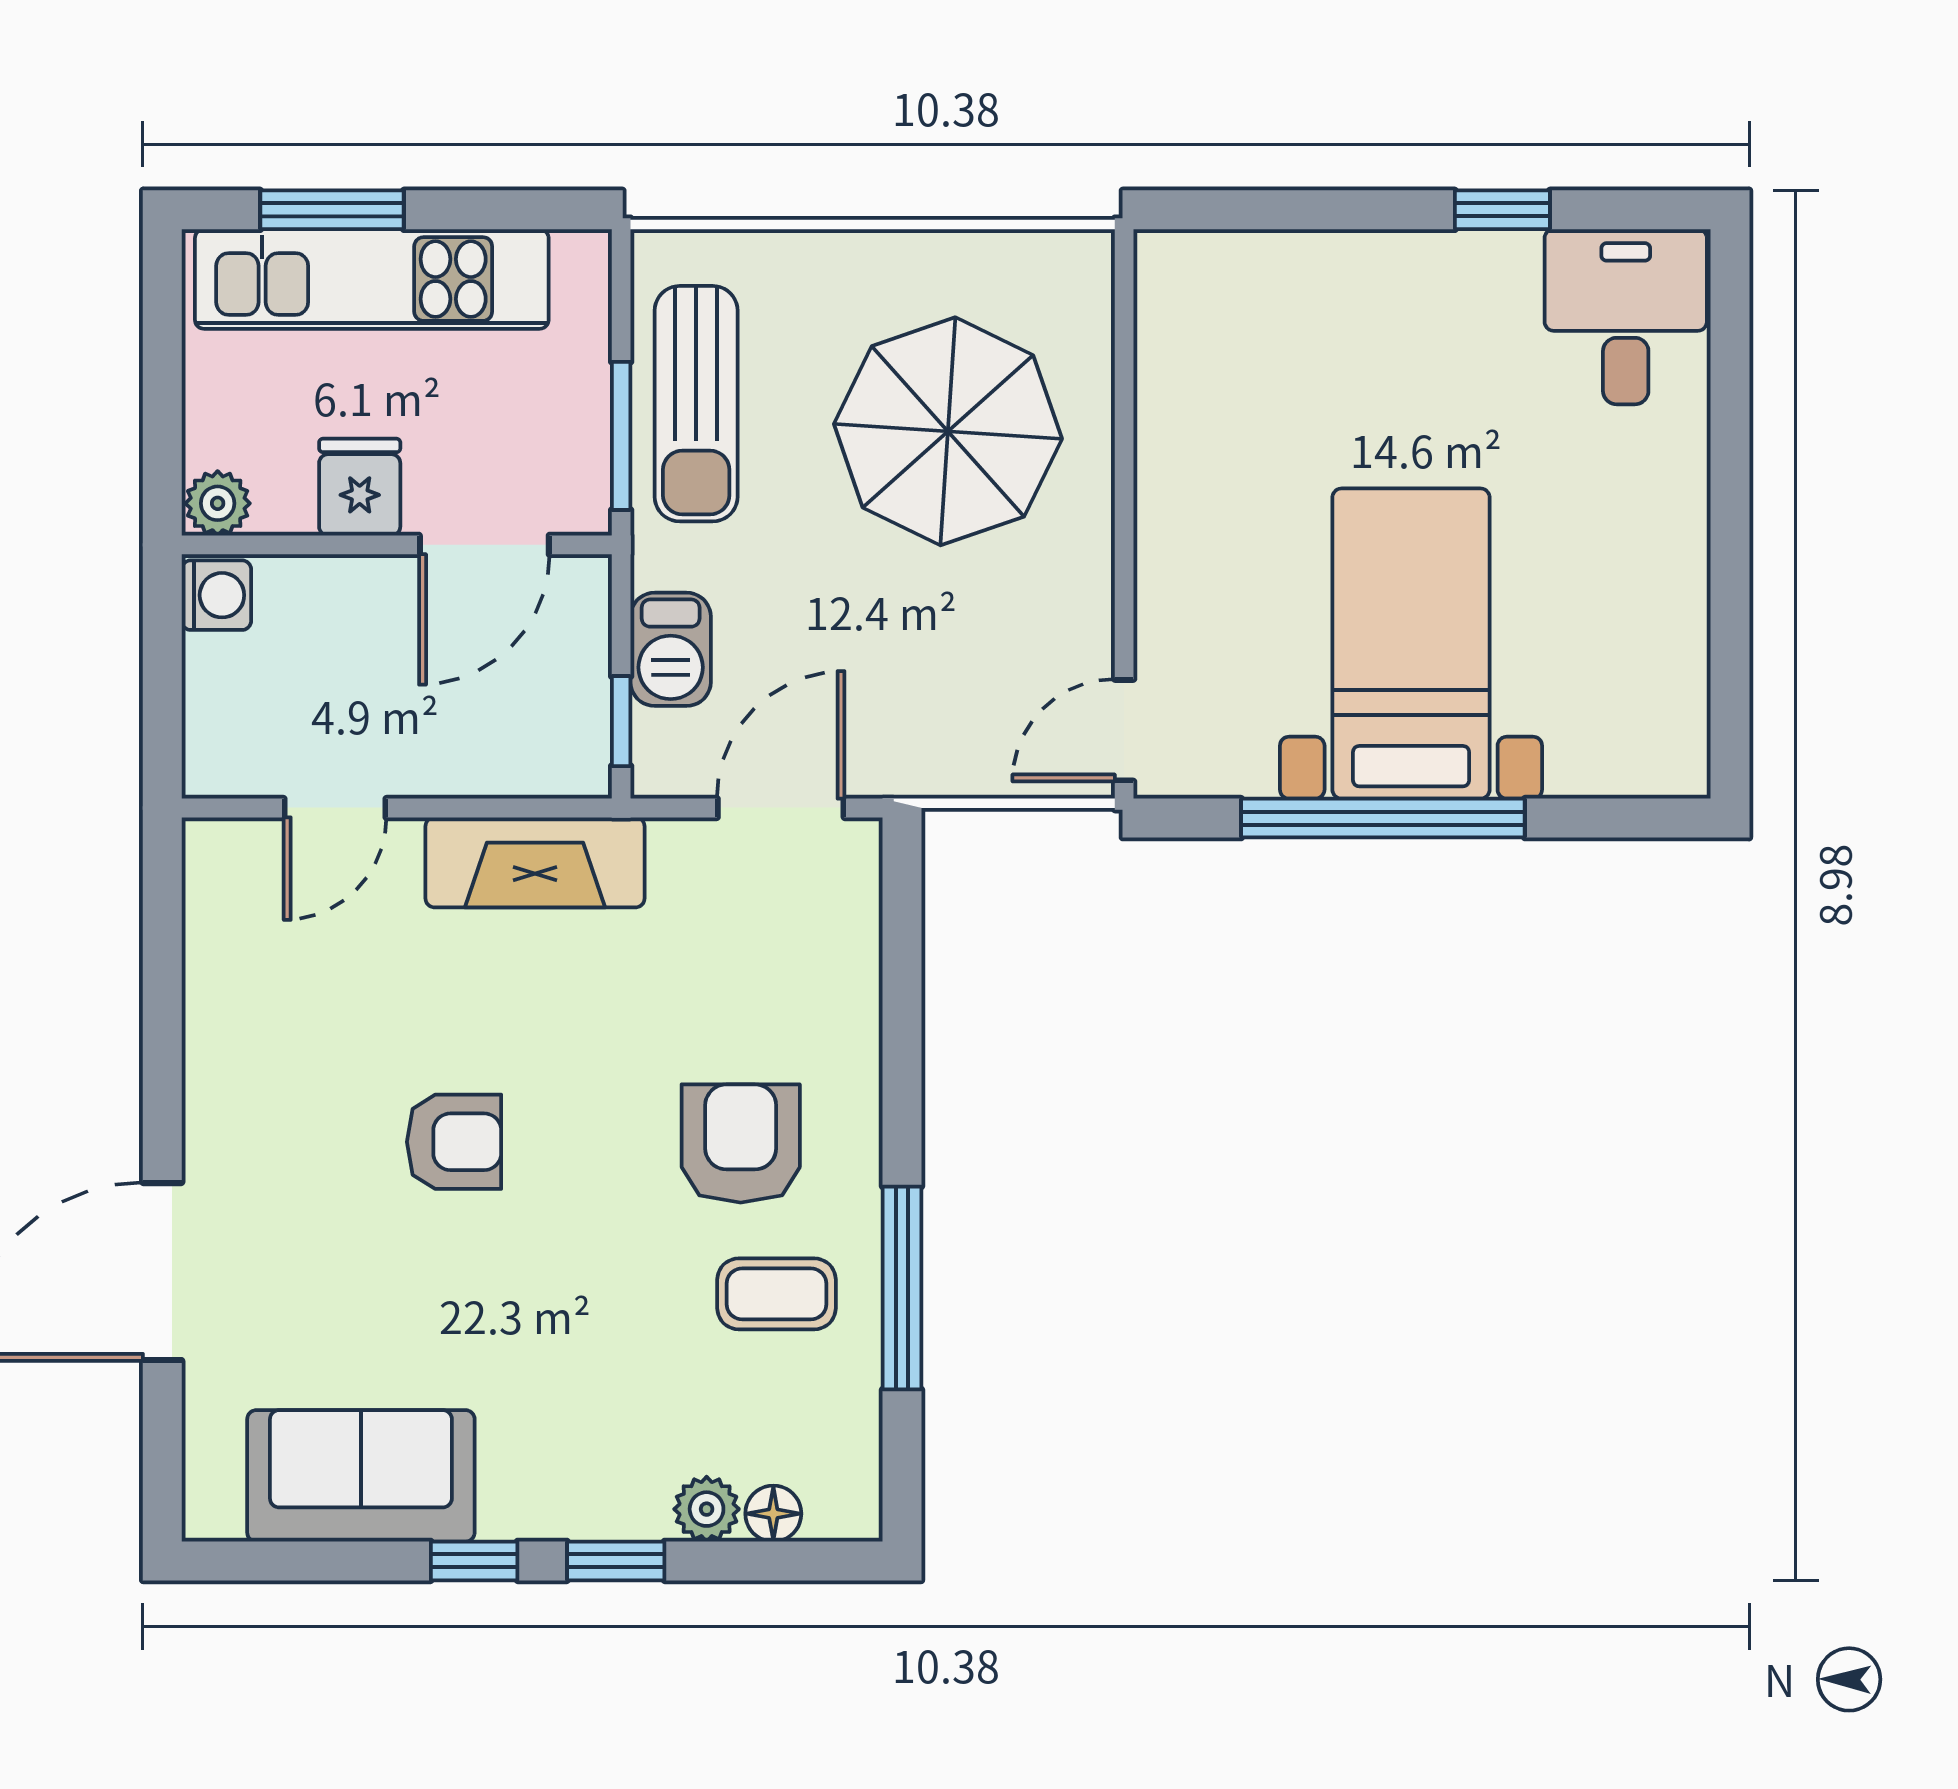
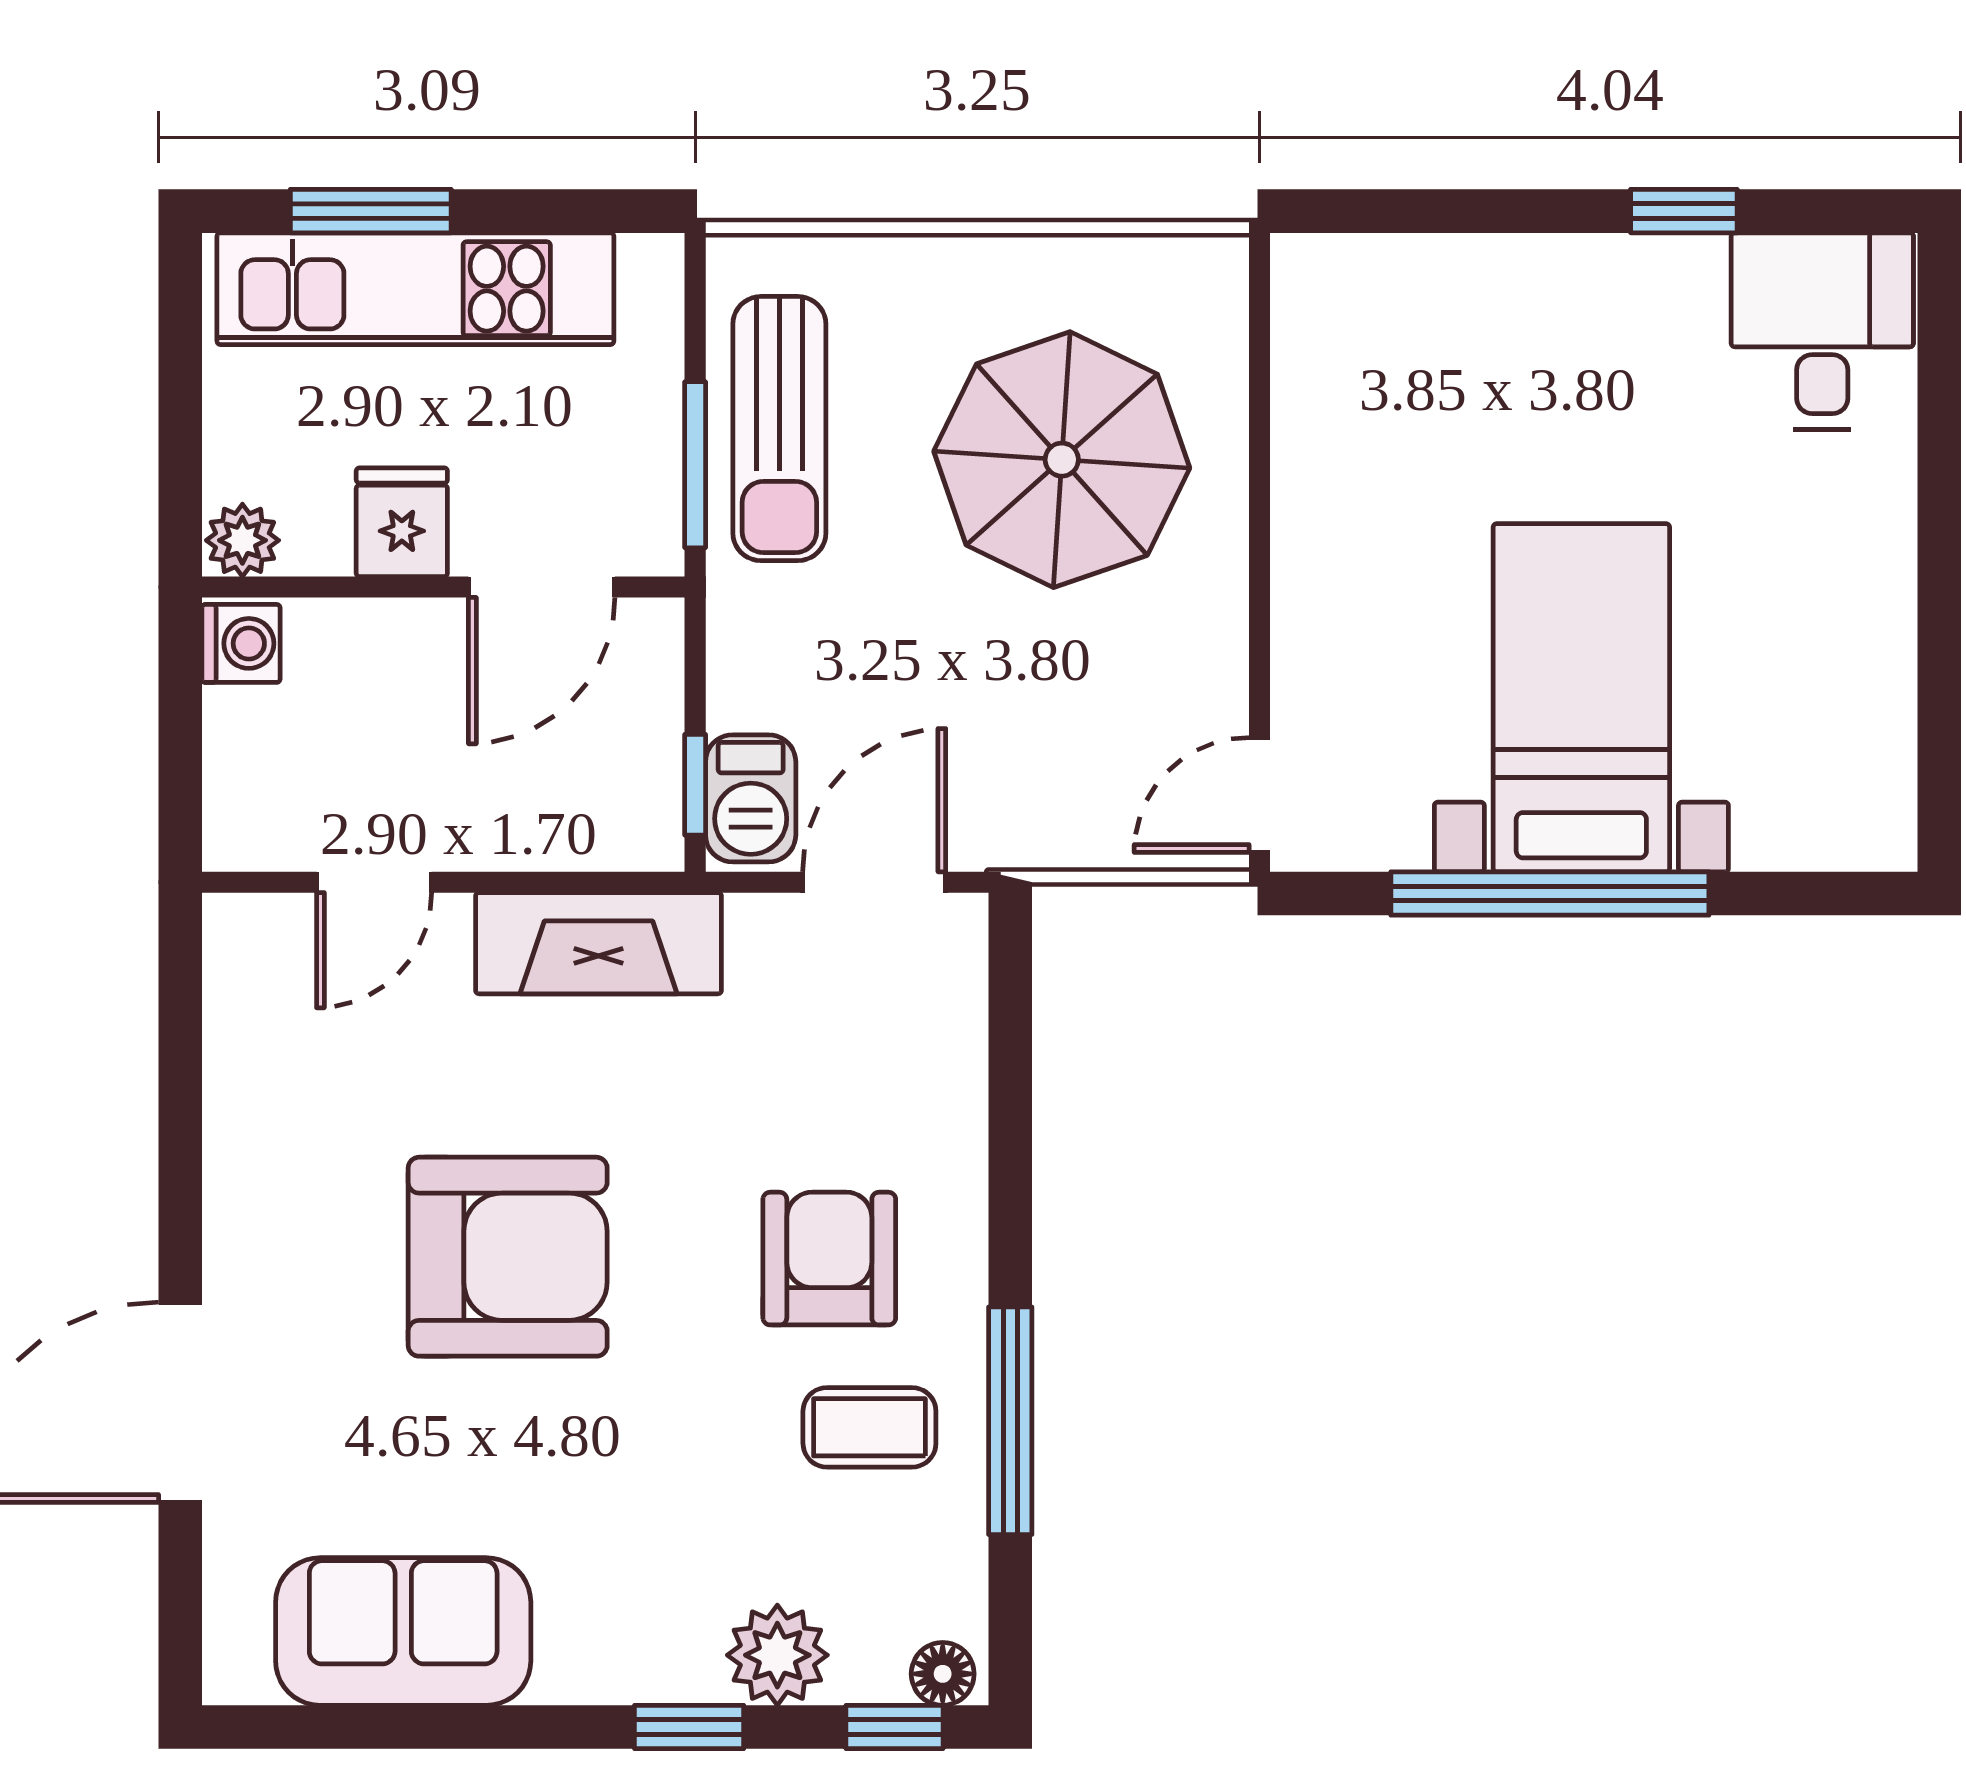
barbecue: (671, 649) -> (751, 798), moved
armchair: (454, 1142) -> (508, 1257), width x1.88, depth x1.88
plant: (707, 1509) -> (777, 1655), width x1.38, depth x1.38
floor lamp: (773, 1514) -> (943, 1674), moved
window: (474, 1561) -> (895, 1727), moved

